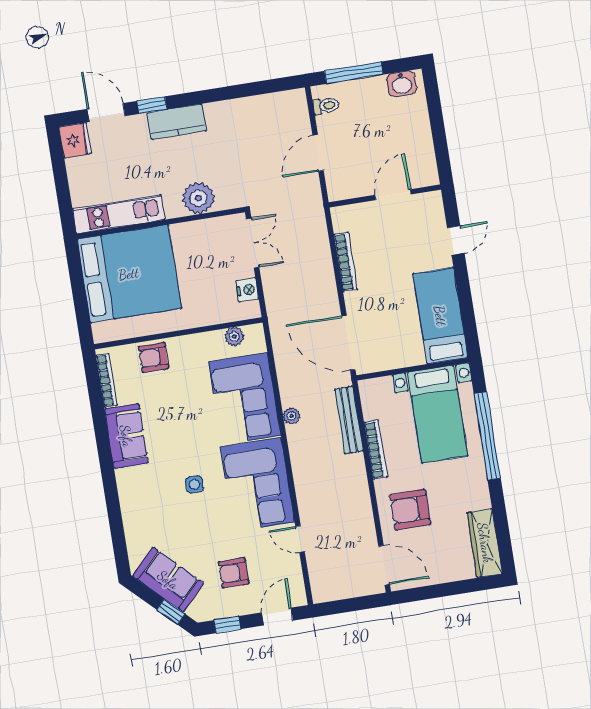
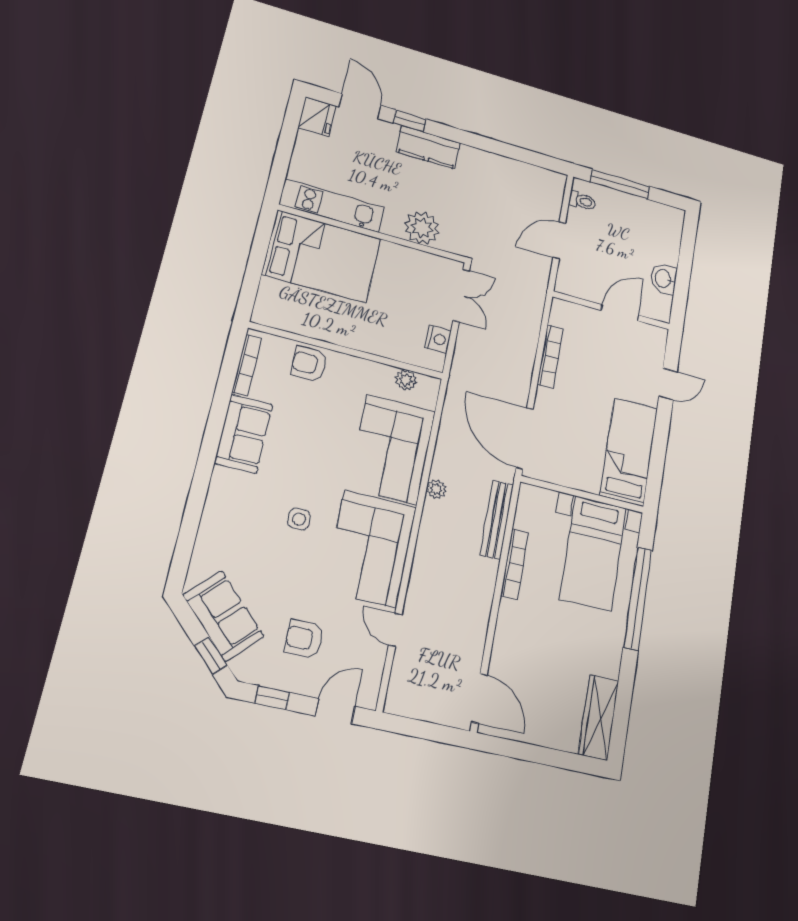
washbasin: (402, 84) -> (664, 279), moved, turned 90
bed: (129, 274) -> (322, 256), width x0.73
armchair: (410, 510) -> (530, 646), removed

